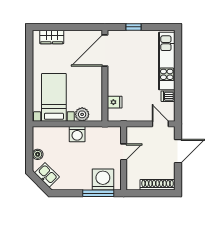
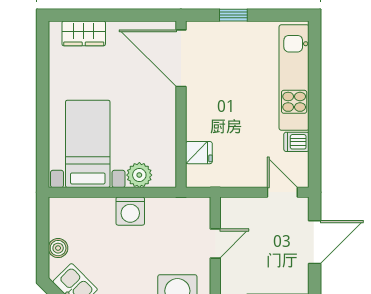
door: (105, 51) -> (181, 58), hinge flipped

